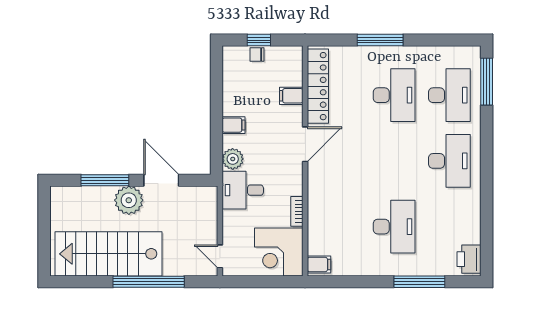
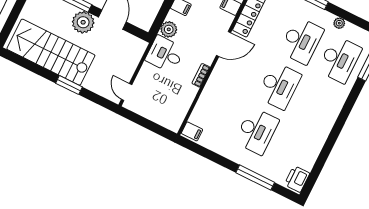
plant: (428, 53) -> (339, 23), added
desk: (449, 161) -> (279, 86), moved
bookcase: (297, 211) -> (201, 75), moved
corner desk: (279, 252) -> (169, 109), removed
window: (149, 282) -> (69, 85), width x0.47

